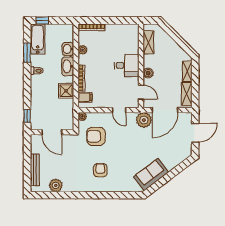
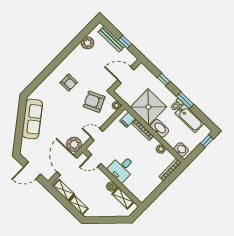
bathtub: (38, 39) -> (190, 118), moved
washbasin: (68, 49) -> (181, 150), moved
window: (27, 53) -> (185, 100), moved
boiler: (148, 73) -> (112, 186), moved
shower: (66, 91) -> (148, 107), width x1.86, depth x1.86
window: (27, 116) -> (164, 79), moved
door: (195, 133) -> (32, 170), hinge flipped
armchair: (96, 136) -> (94, 102), turned -114
window: (27, 157) -> (125, 42), added
sofa: (151, 174) -> (32, 119), width x1.36

